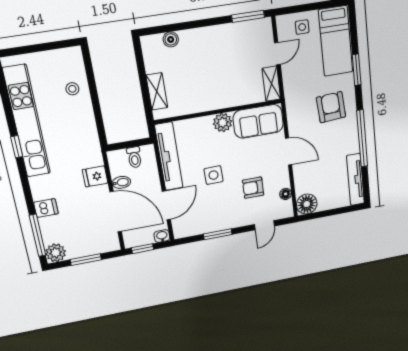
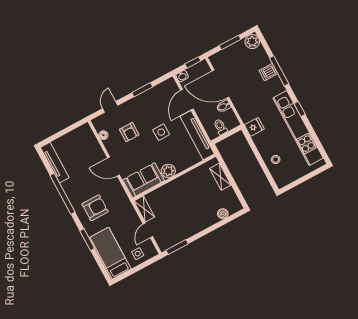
armchair: (331, 107) -> (95, 208), turned -86
fridge: (95, 176) -> (254, 127), moved
armchair: (253, 188) -> (129, 132), turned 90
floor lamp: (307, 204) -> (84, 133), removed
window: (38, 235) -> (279, 71), moved

